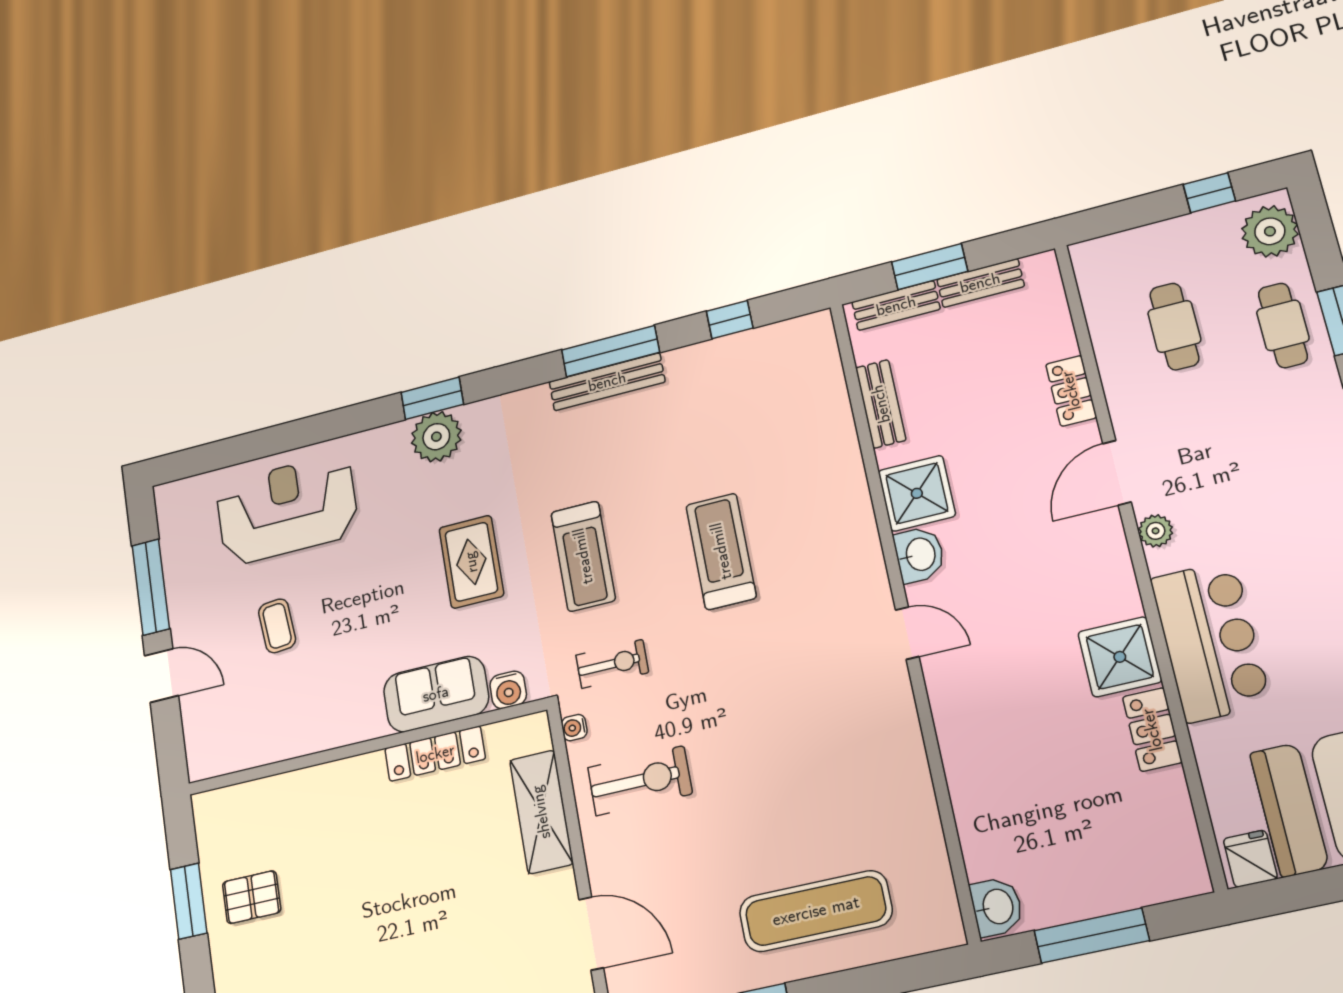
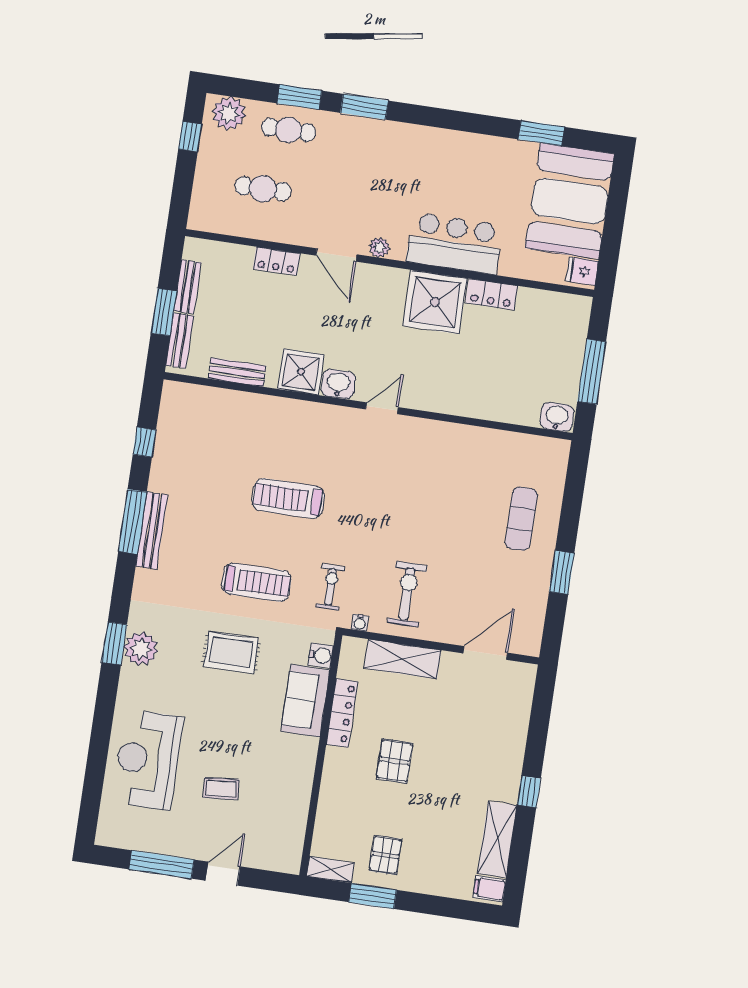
shower: (1120, 657) -> (435, 302), width x1.37, depth x1.37
shelving: (209, 825) -> (330, 870), added
pallet: (390, 858) -> (395, 761), added
exercise mat: (816, 911) -> (521, 519), width x0.73, depth x0.69

